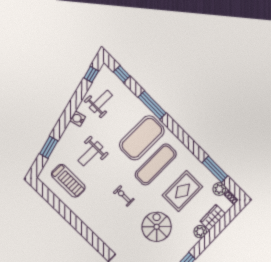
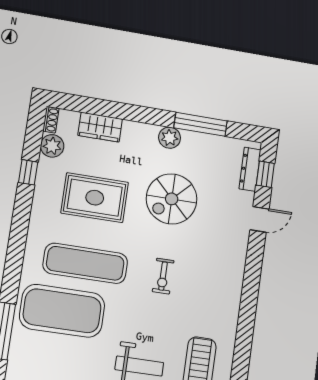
window: (215, 169) -> (28, 172), width x0.46
plant: (200, 232) -> (170, 138), moved

